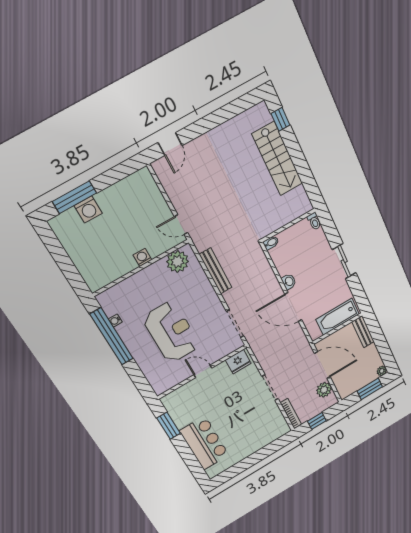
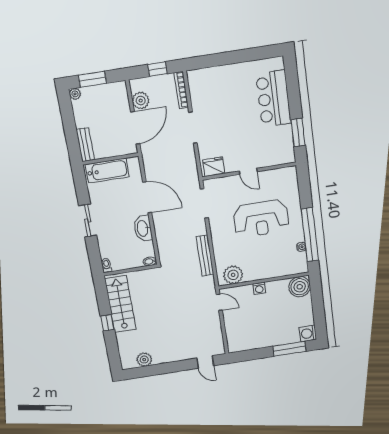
window: (280, 119) -> (107, 323), moved
plant: (243, 122) -> (144, 360), added
door: (170, 144) -> (205, 362), swing flipped
stairs: (278, 159) -> (120, 304), moved
washing machine: (88, 209) -> (308, 333), moved, turned -90
boiler: (97, 277) -> (300, 287), added
washbasin: (289, 282) -> (143, 228), width x1.91, depth x1.45
reception desk: (171, 332) -> (261, 219), turned -90
door: (322, 365) -> (135, 128), swing flipped

